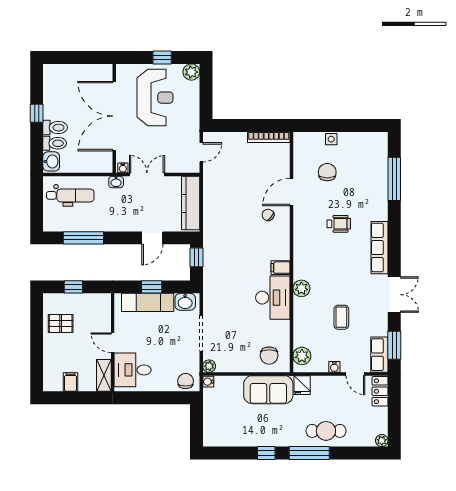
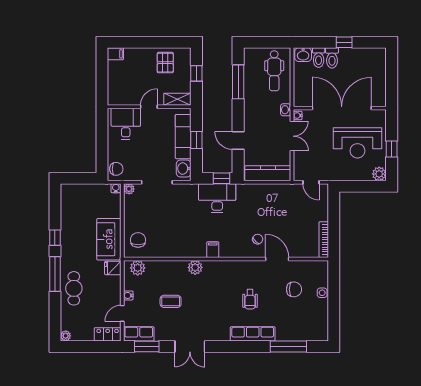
row of seats: (379, 248) -> (253, 334), moved
desk: (273, 298) -> (217, 198), moved, turned 180
chair: (269, 356) -> (138, 240), turned 90
shelving: (104, 375) -> (177, 99), moved
filing cabinet: (71, 382) -> (115, 54), moved

